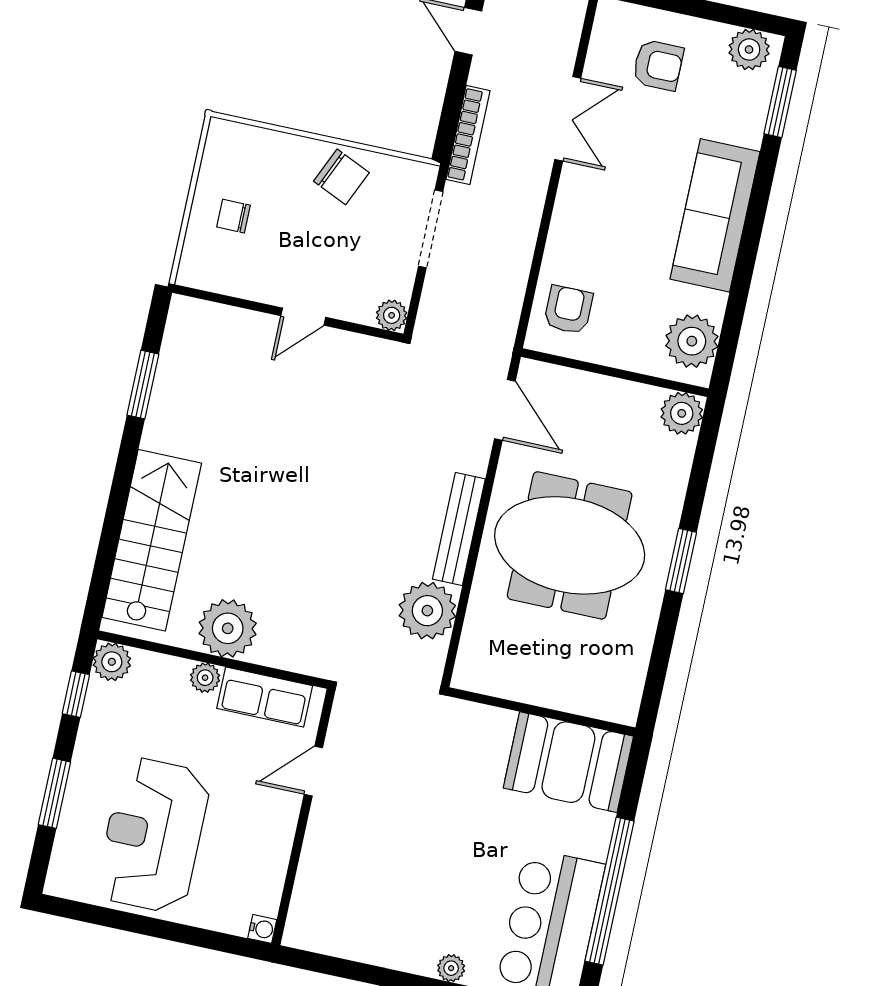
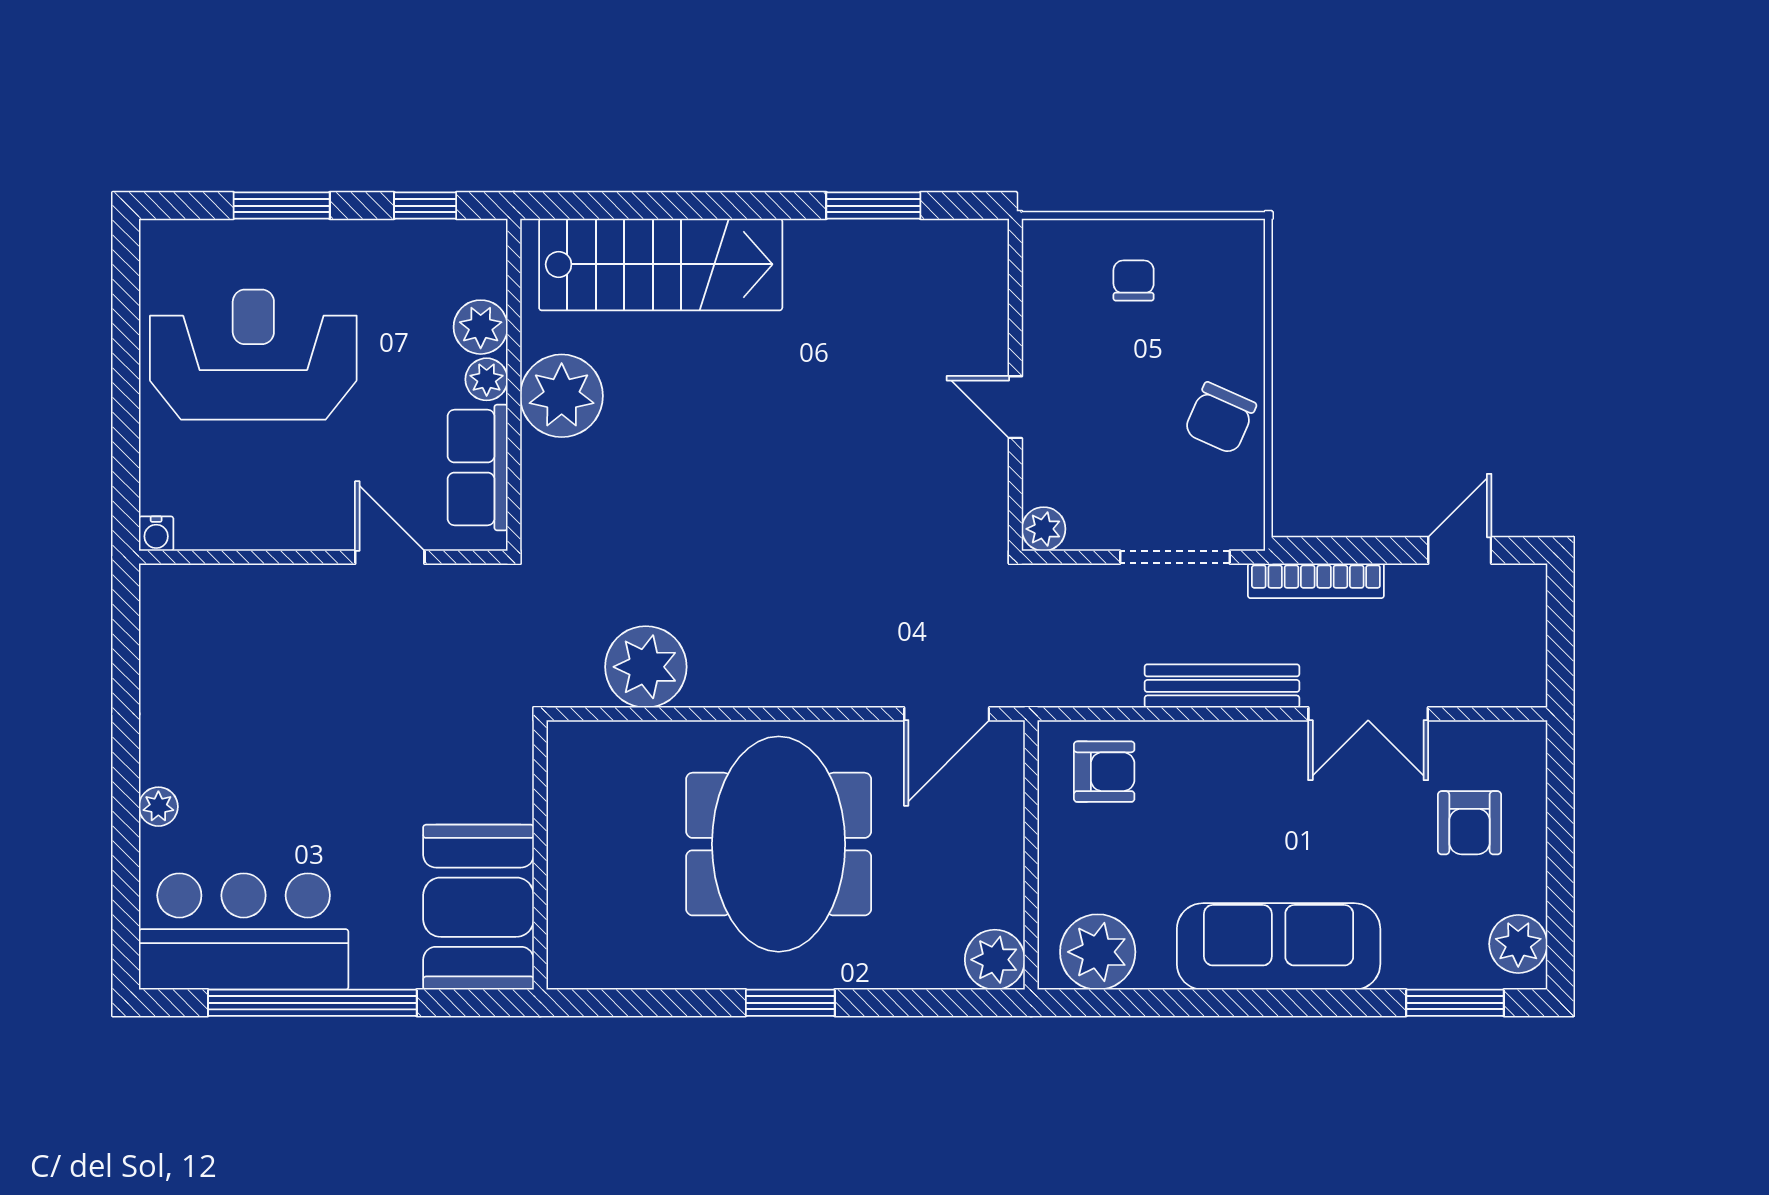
bench: (459, 529) -> (1222, 686), moved
plant: (112, 662) -> (481, 327), moved

